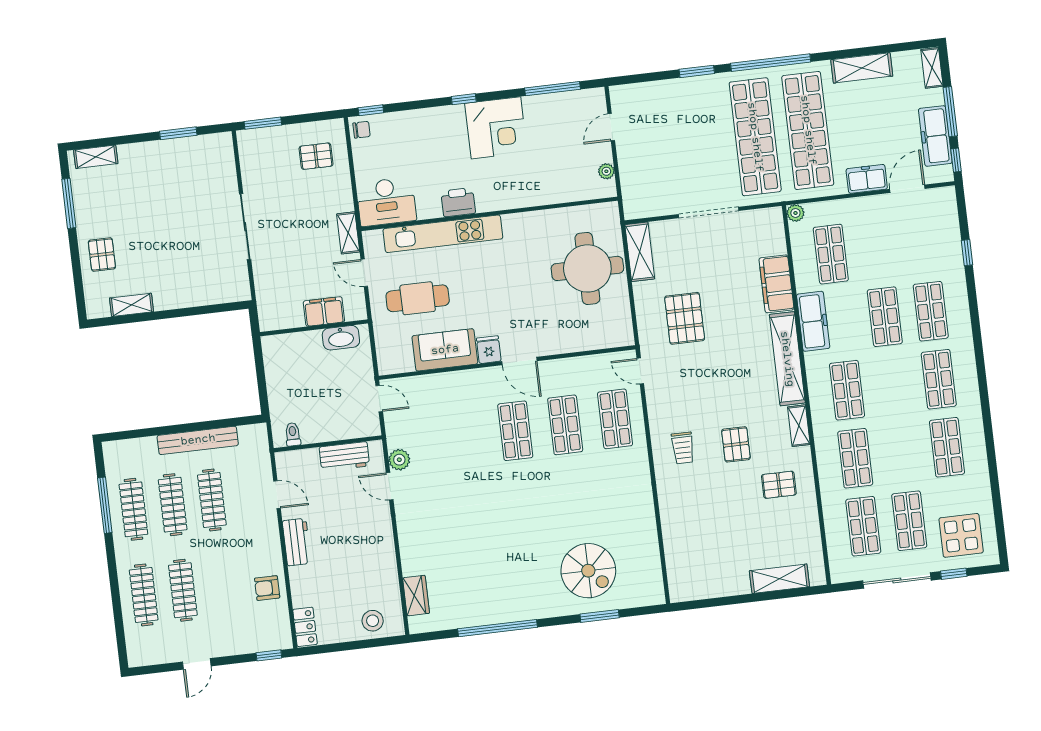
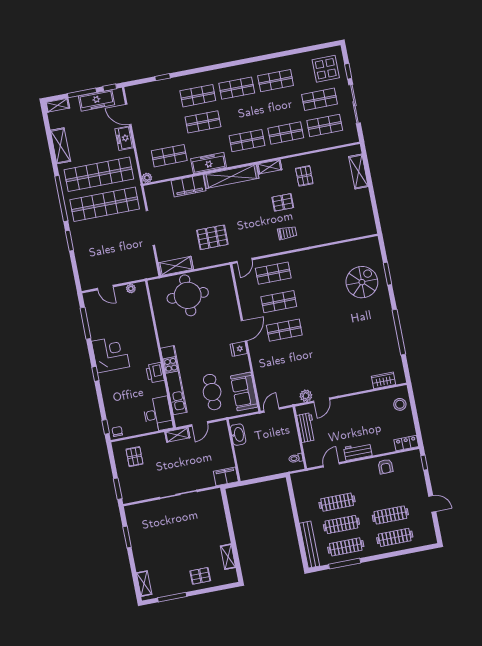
filing cabinet: (324, 311) -> (226, 476), moved, turned 90
sofa: (445, 350) -> (244, 392), moved
bench: (198, 440) -> (310, 545), moved

